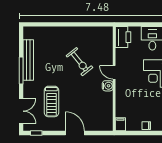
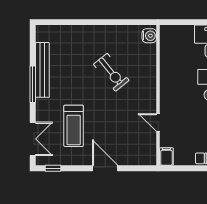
printer: (123, 37) -> (170, 39), removed
door: (114, 72) -> (158, 122), moved
water cooler: (108, 86) -> (149, 36), moved

